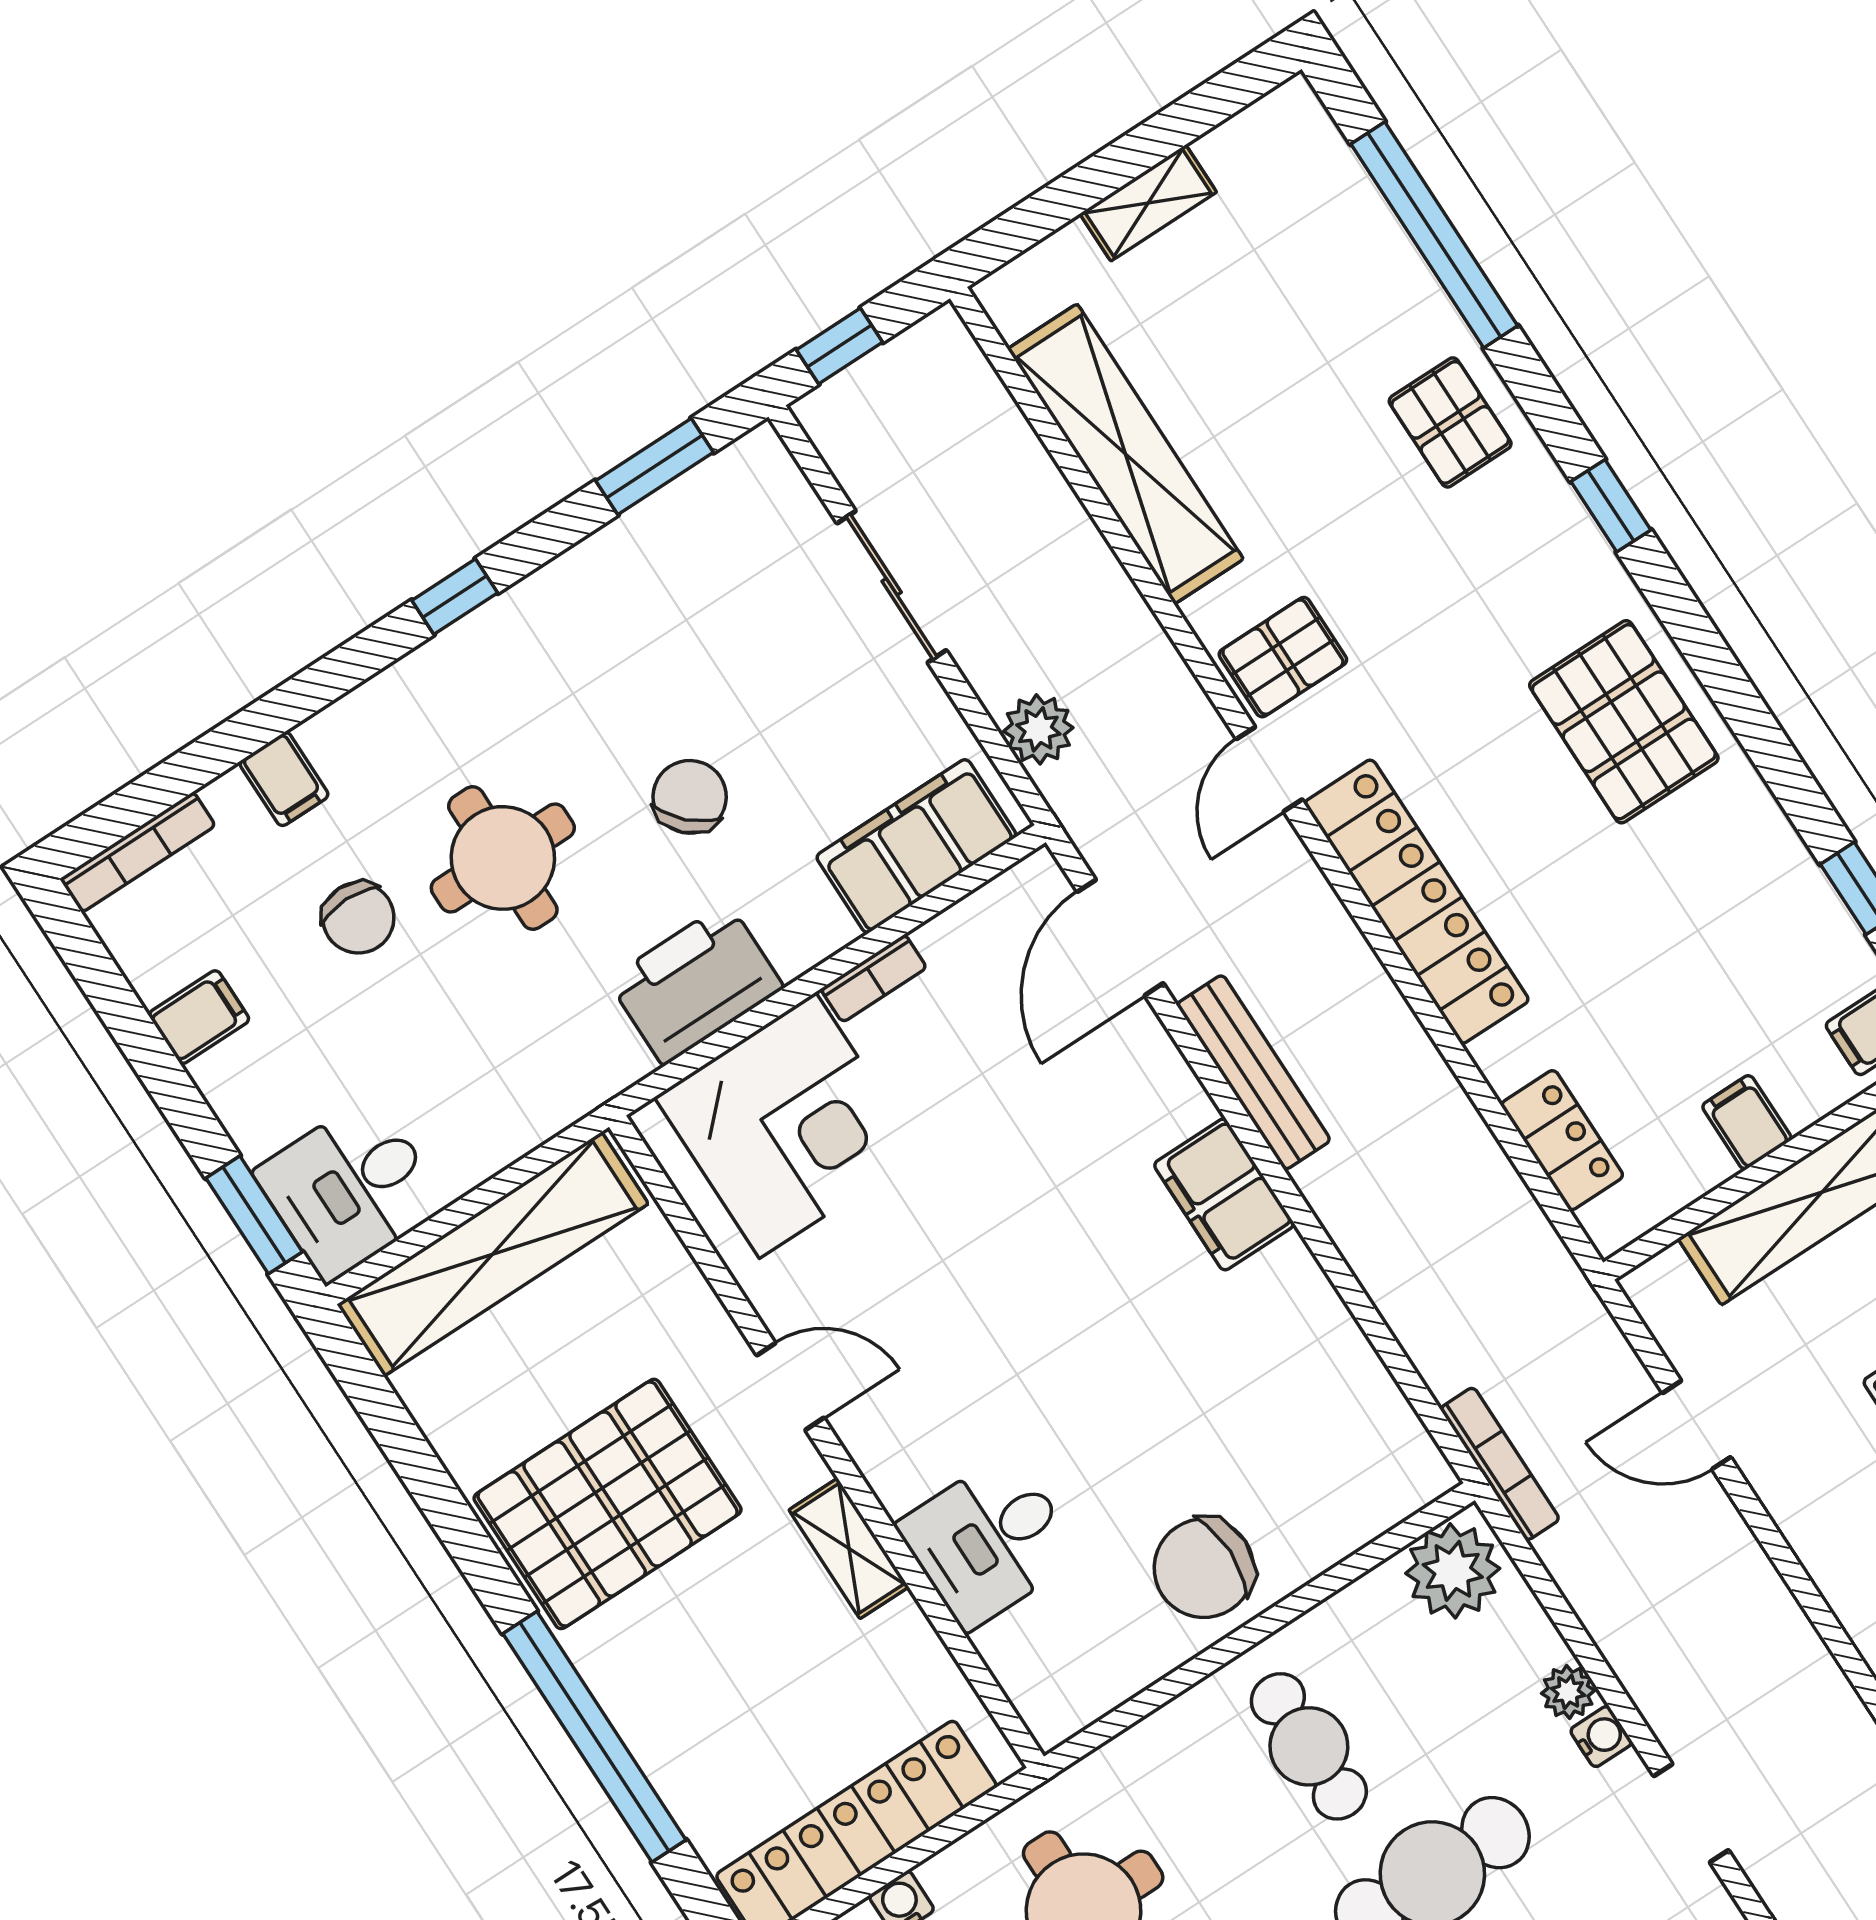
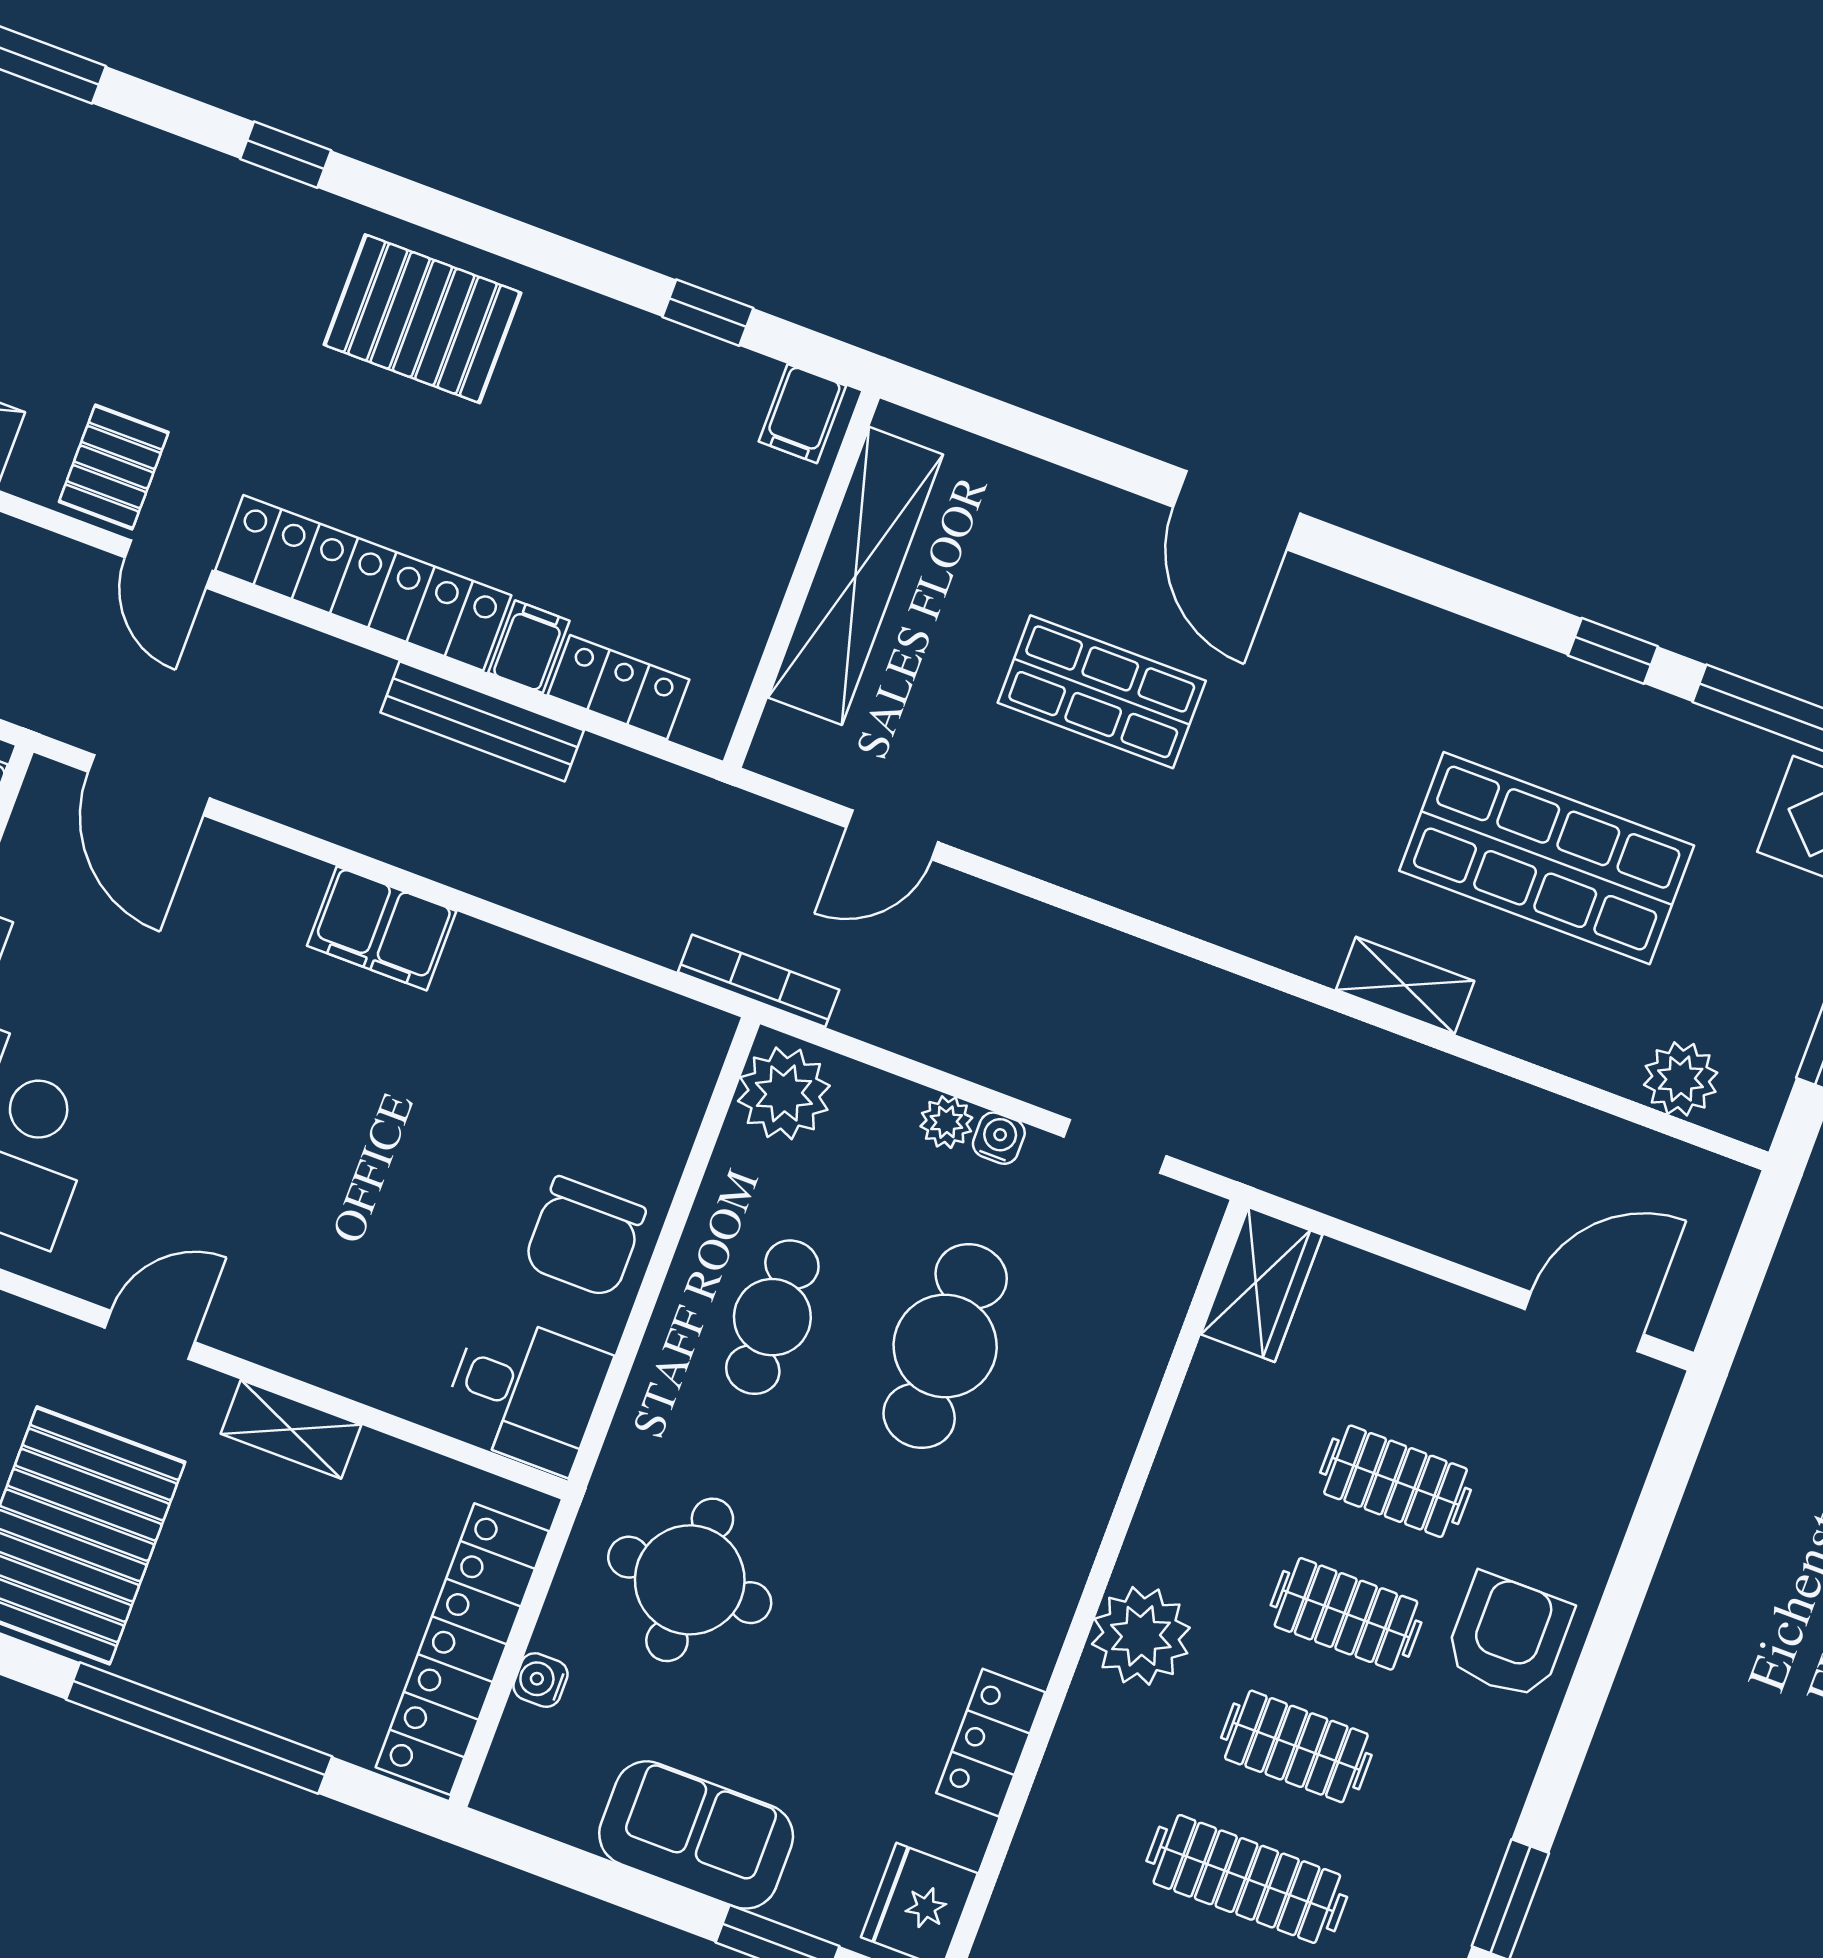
pallet: (1450, 422) -> (109, 183), removed
bench: (1254, 1072) -> (482, 721), moved
filing cabinet: (1747, 1122) -> (529, 647), moved, turned 90
desk: (989, 1541) -> (525, 1392), moved, turned -90
cafe table: (1309, 1746) -> (772, 1317), turned 90

